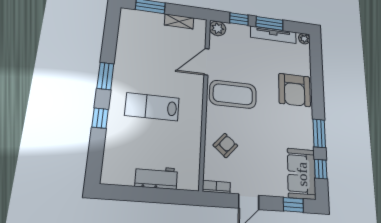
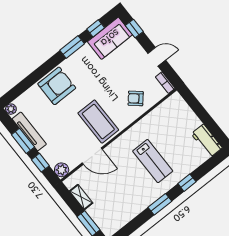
workbench: (156, 177) -> (207, 141), moved

